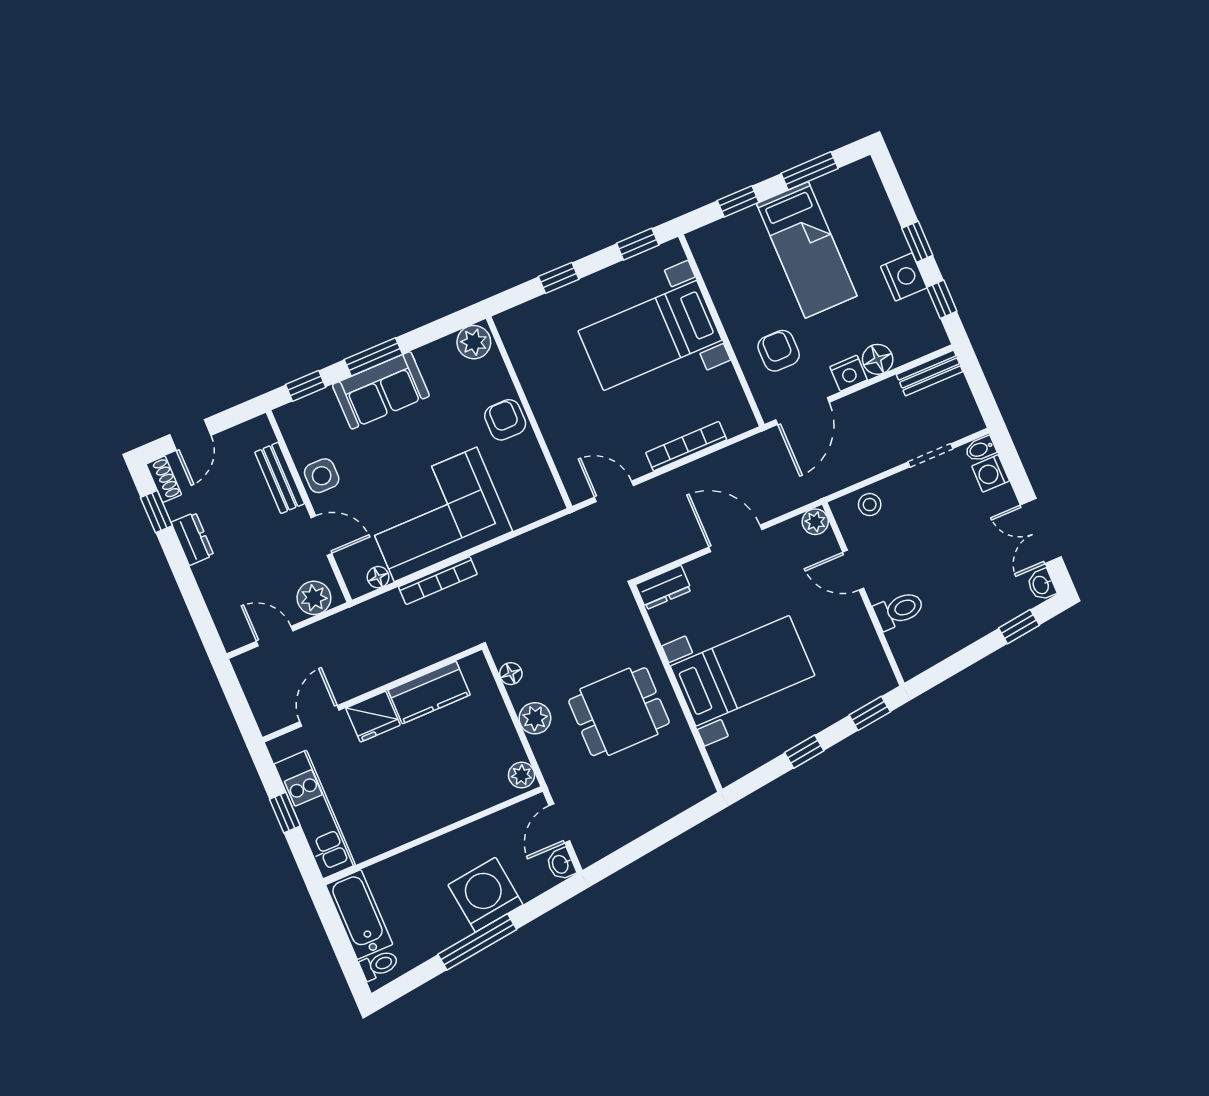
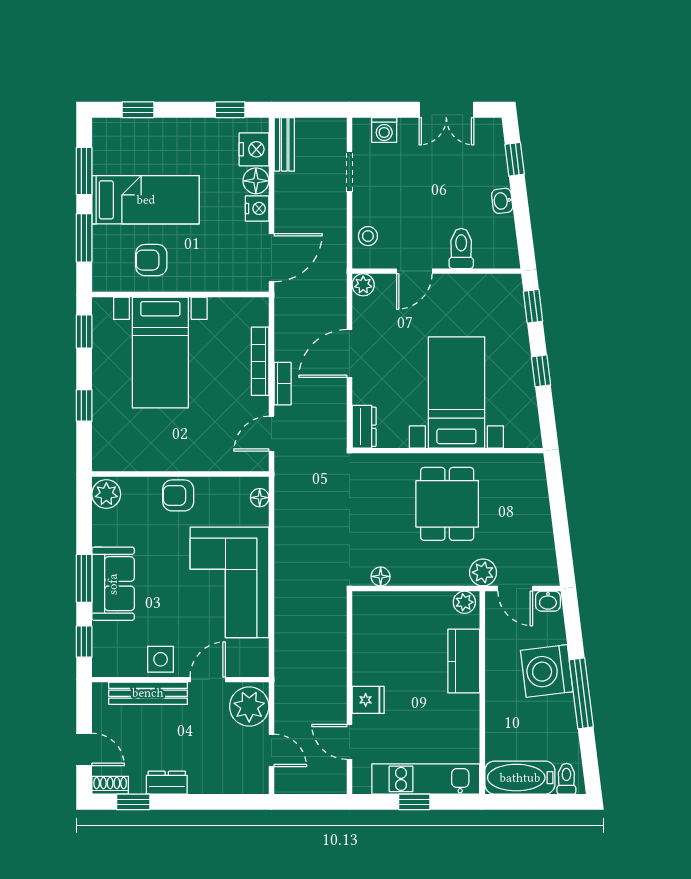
window: (738, 201) -> (84, 238), width x1.50
window: (917, 242) -> (138, 110), moved
nightstand: (904, 277) -> (254, 149), moved, turned 90
armchair: (779, 351) -> (151, 260), moved
door: (802, 411) -> (271, 258), hinge flipped
bidet: (980, 449) -> (361, 130), removed
bench: (280, 478) -> (148, 693), width x1.36
floor lamp: (378, 577) -> (260, 498), moved
bookcase: (438, 581) -> (283, 384), moved, width x0.64
washbasin: (1041, 585) -> (502, 201), moved, turned 83
plant: (314, 598) -> (249, 707), width x1.36, depth x1.36
door: (275, 636) -> (271, 750), swing flipped
kitchen counter: (429, 692) -> (464, 661), moved, turned 180
fridge: (373, 717) -> (368, 700), width x0.72
plant: (535, 718) -> (483, 572), moved

